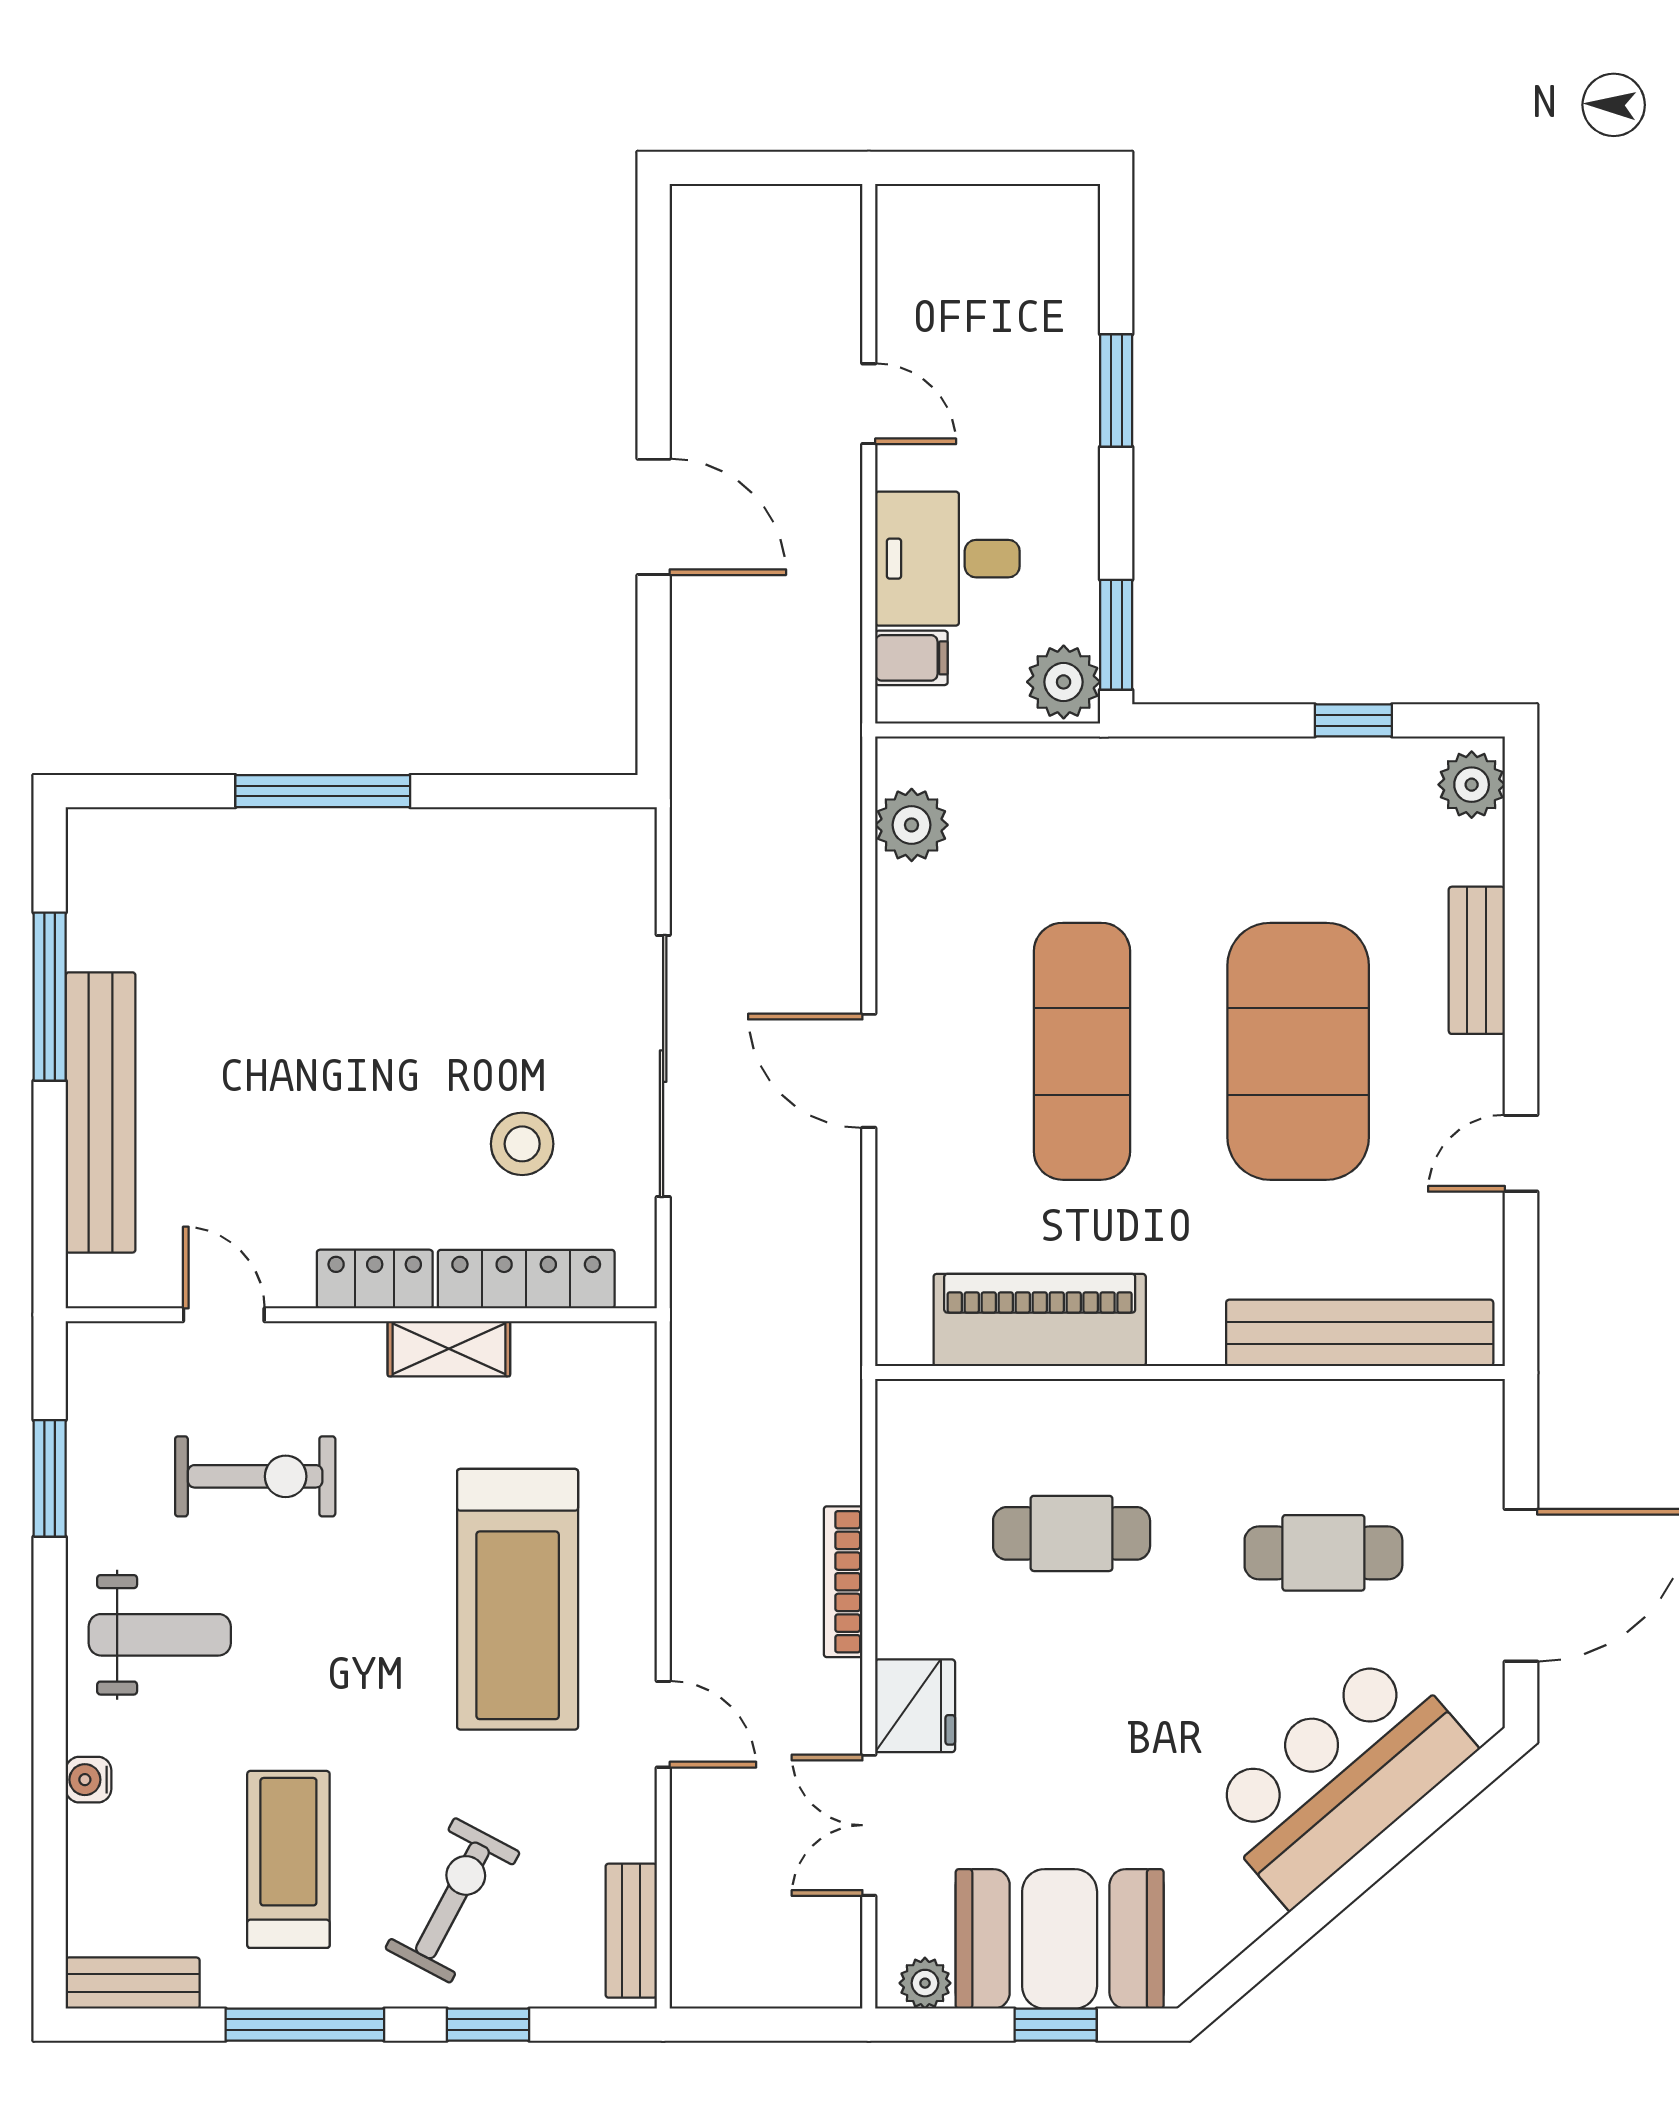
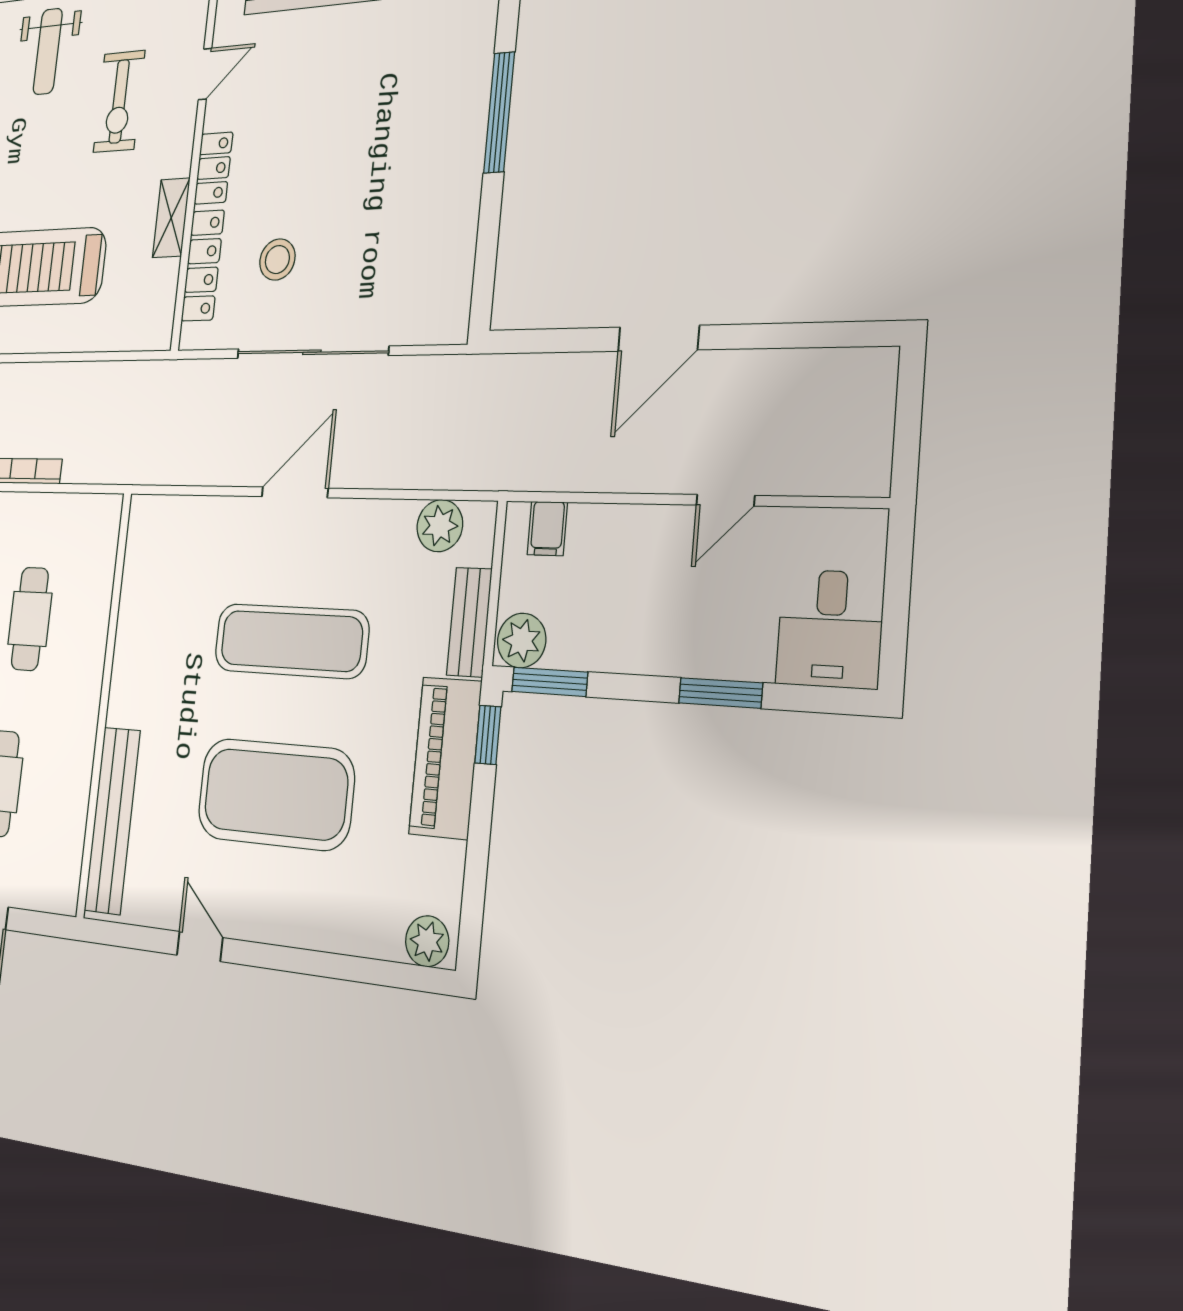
desk: (947, 559) -> (830, 629), moved, turned 180
window: (1353, 720) -> (488, 735), moved
bench: (1477, 960) -> (469, 622), moved, turned 90
piano: (1040, 1320) -> (445, 758), moved, turned 180

